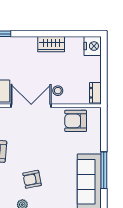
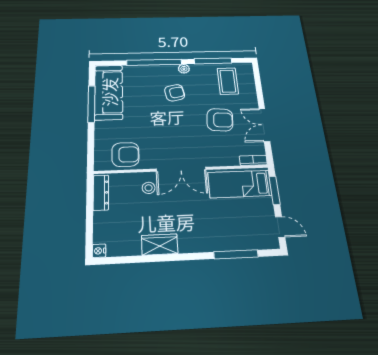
nightstand: (93, 46) -> (99, 251), width x0.53, depth x0.56
dresser: (95, 93) -> (101, 193), width x1.44

